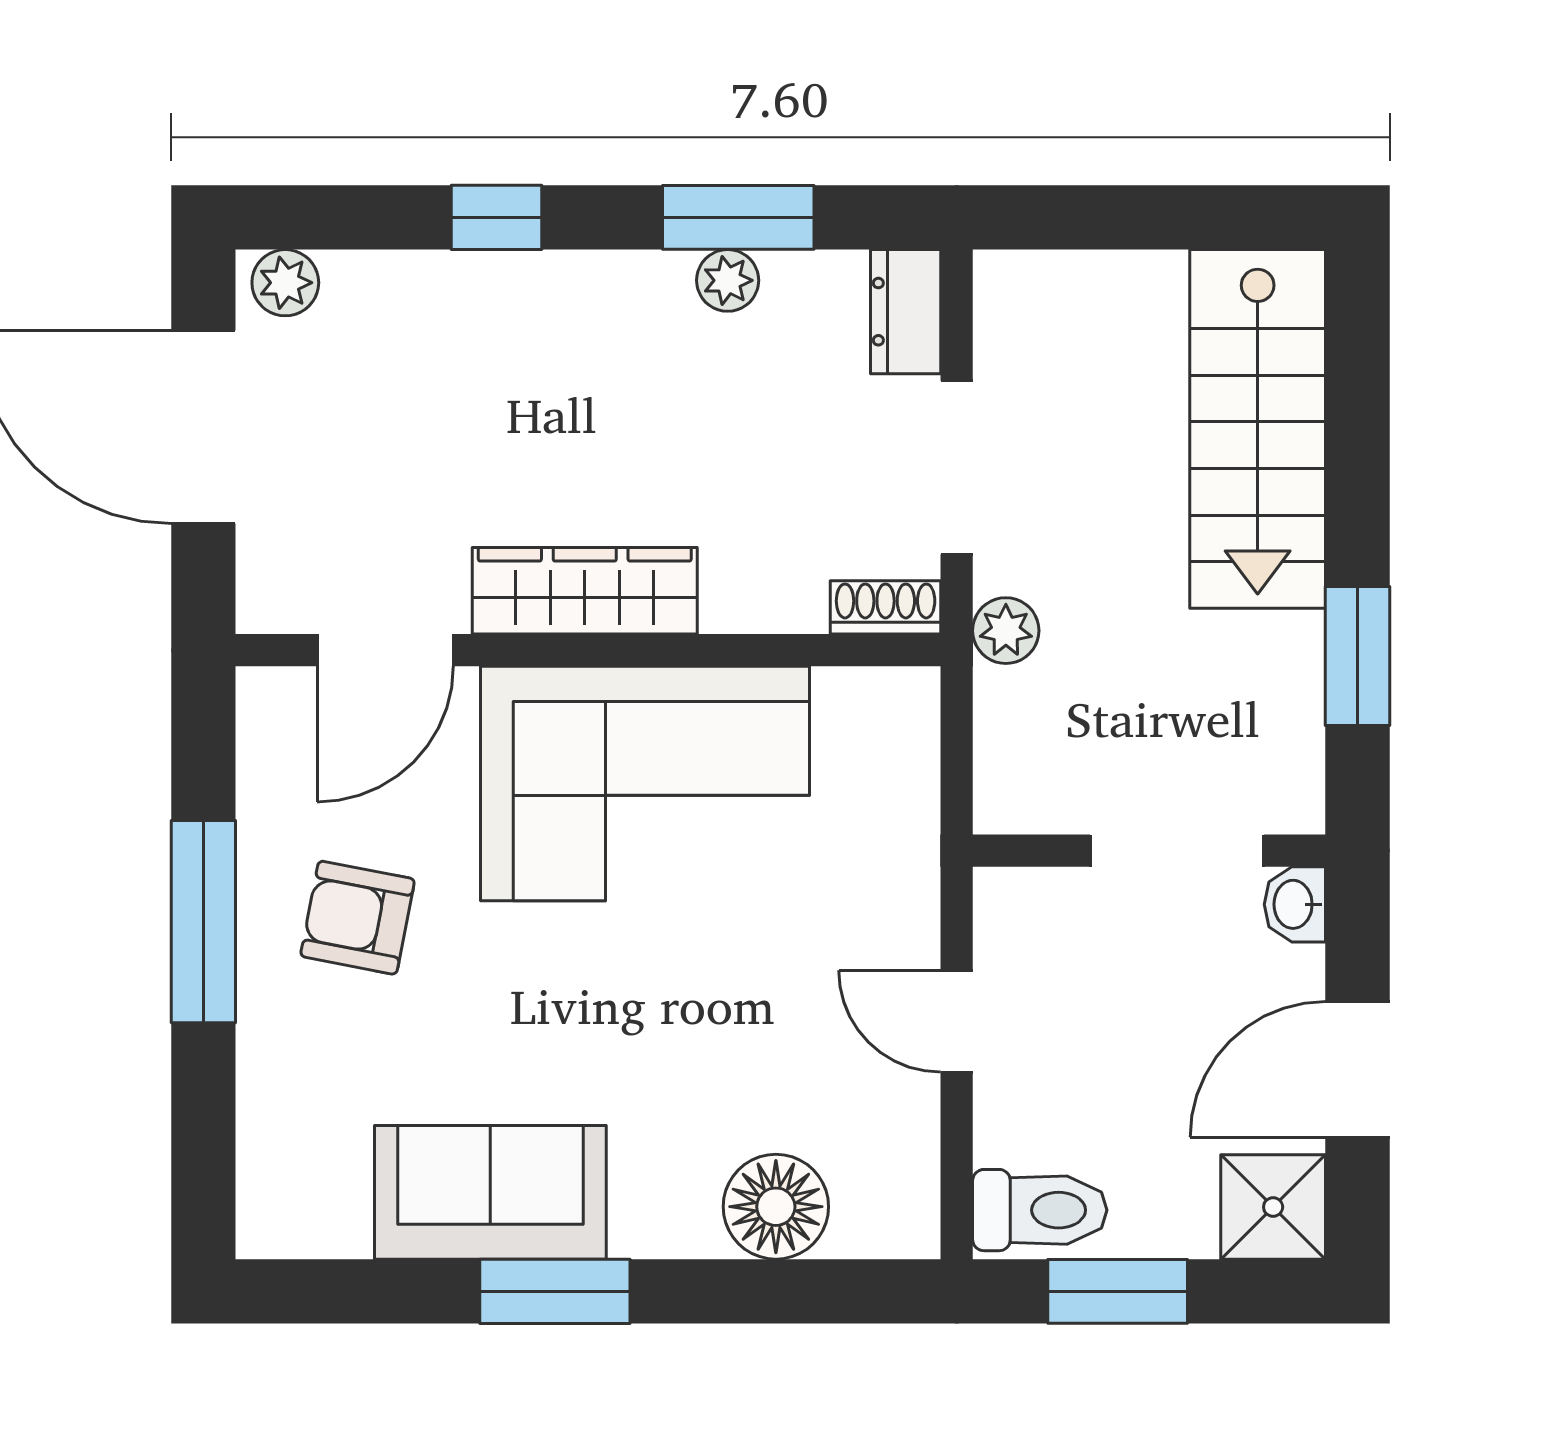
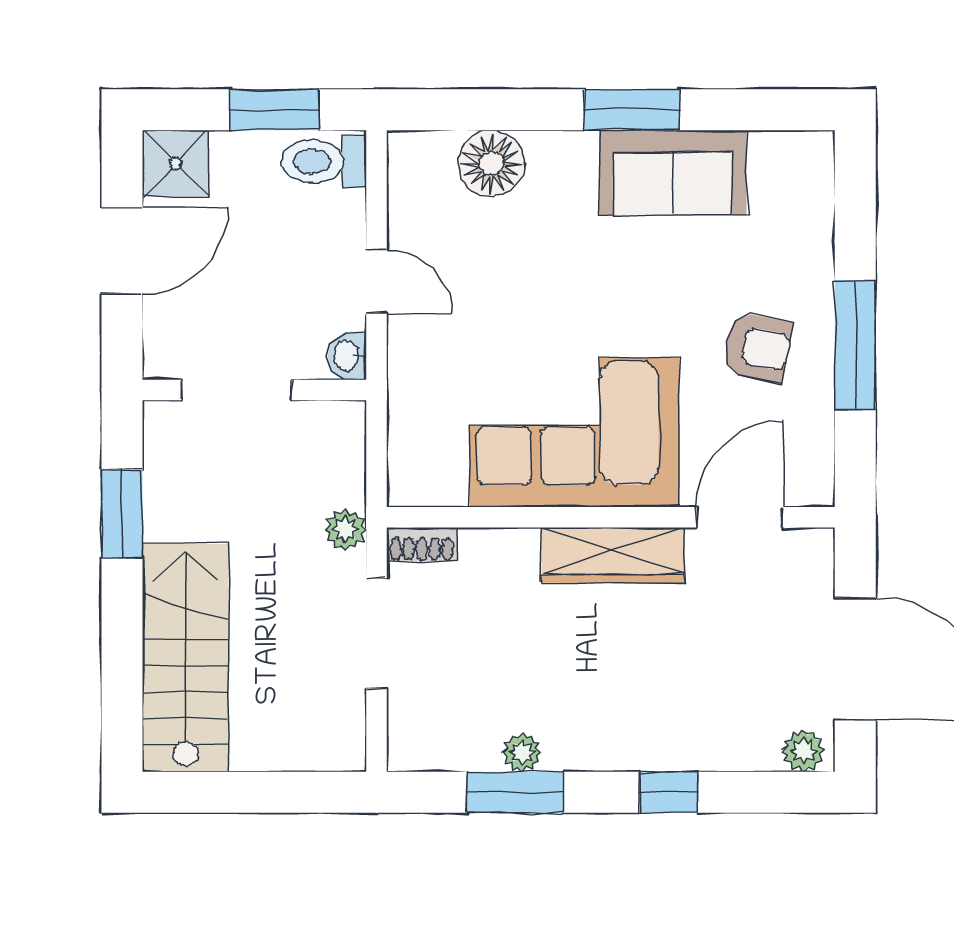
dresser: (906, 312) -> (409, 732), removed
washbasin: (1295, 904) -> (347, 356), moved, turned 180

